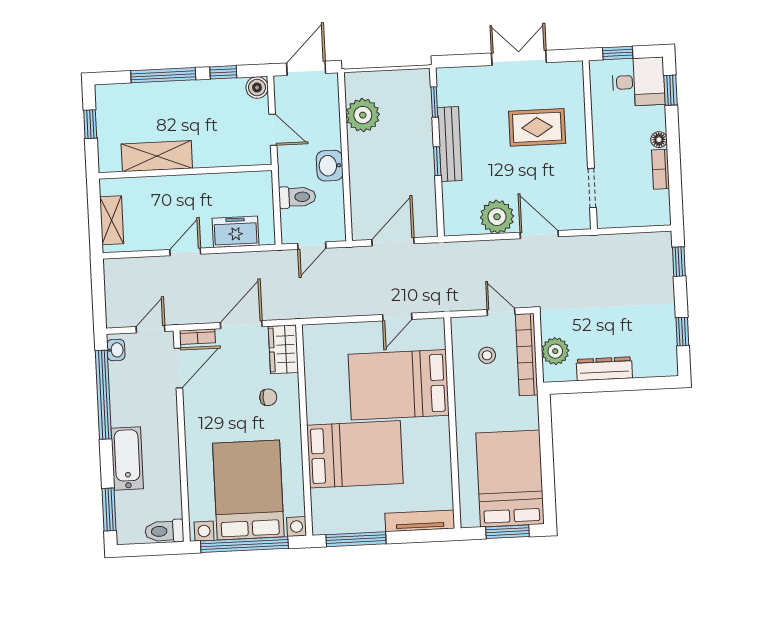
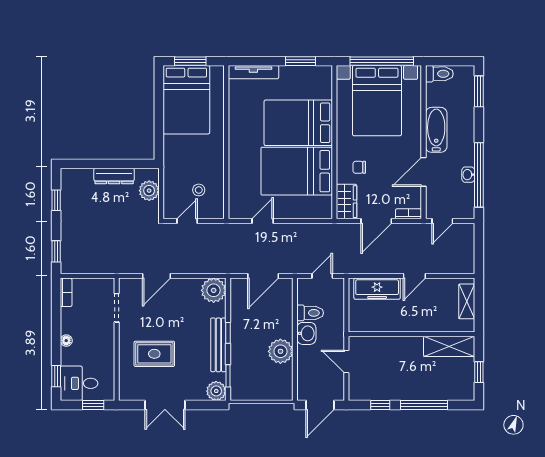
plant: (450, 80) -> (216, 391), added
boiler: (257, 88) -> (356, 393), removed
plant: (363, 115) -> (280, 351), moved
shelving: (157, 156) -> (449, 346), moved
bookcase: (661, 169) -> (66, 292), moved
toilet: (297, 197) -> (310, 313), moved, turned 180
plant: (497, 217) -> (214, 290), moved
freezer: (236, 232) -> (377, 289), width x1.40
door: (539, 235) -> (157, 276), hinge flipped
door: (501, 312) -> (187, 221), swing flipped
washbasin: (116, 350) -> (468, 175), moved
bookcase: (527, 355) -> (170, 189), removed
door: (178, 368) -> (423, 172), moved
bed: (399, 385) -> (297, 171), moved, turned 180
bathtub: (127, 459) -> (436, 130), moved, turned 180
window: (356, 539) -> (301, 61), width x0.69

